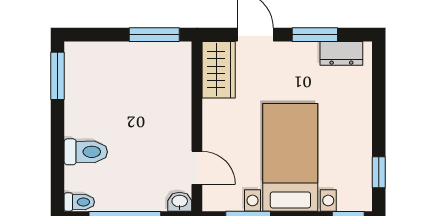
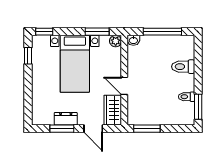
dresser: (341, 53) -> (66, 119), moved
door: (197, 168) -> (124, 86), moved
plant: (213, 200) -> (116, 41), added
toilet: (79, 202) -> (187, 97), moved

